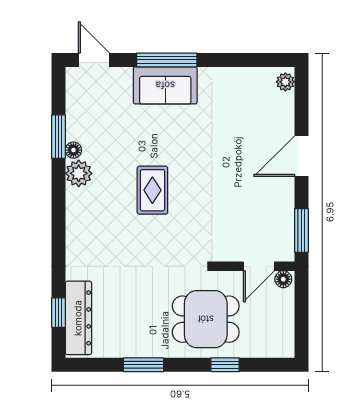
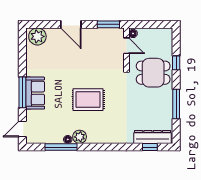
plant: (285, 82) -> (37, 36), width x1.88, depth x1.88
window: (58, 137) -> (61, 147), width x1.44
rug: (152, 190) -> (88, 100), width x1.36, depth x1.43
dining table: (206, 319) -> (153, 73), turned 90
window: (143, 365) -> (176, 104), width x1.44

